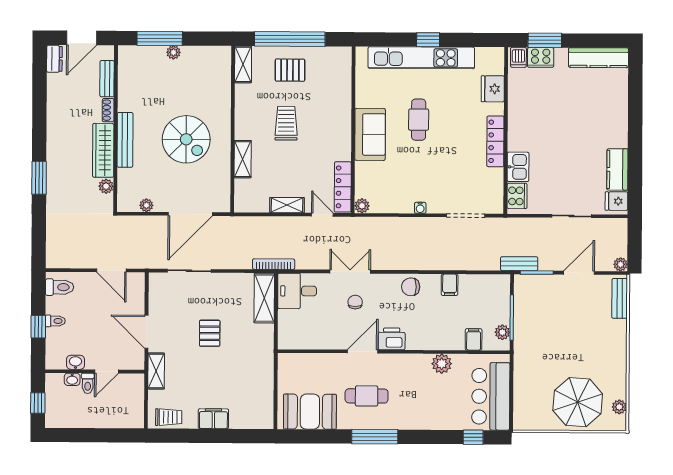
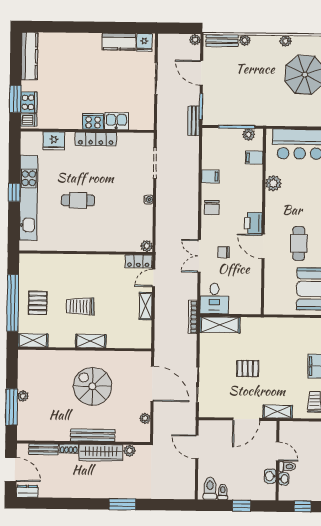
sofa: (370, 134) -> (90, 239), removed
spiral stairs: (186, 139) -> (92, 386), turned -90
shelving: (243, 159) -> (91, 341), moved
locker: (343, 187) -> (138, 261), width x0.66
cooker: (517, 196) -> (93, 121), moved
door: (111, 270) -> (197, 447), swing flipped
toilet: (55, 321) -> (223, 492), moved
plant: (620, 327) -> (245, 40), added
plant: (619, 407) -> (286, 41), moved

